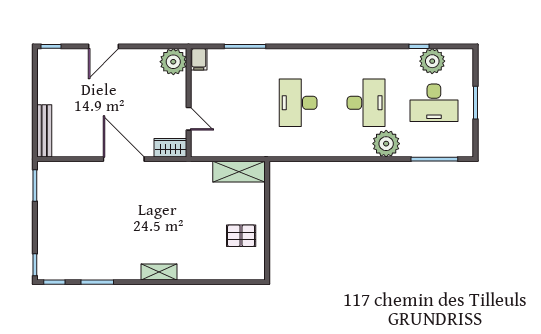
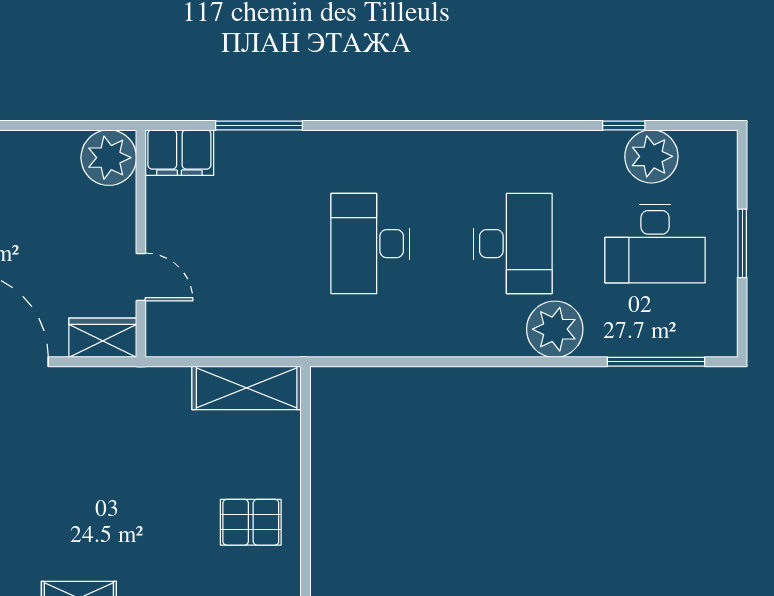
filing cabinet: (199, 59) -> (179, 153), width x2.00

